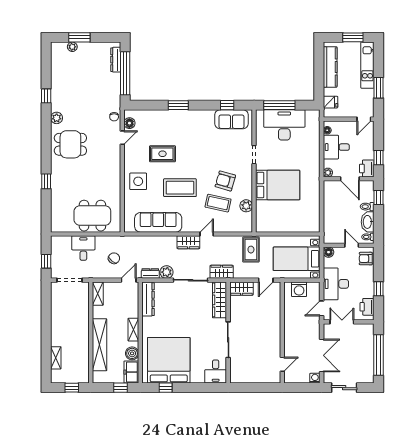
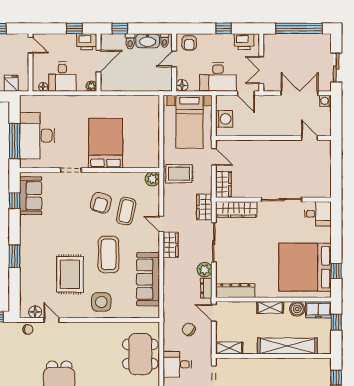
rug: (162, 154) -> (70, 274), width x1.36, depth x1.43
plant: (246, 206) -> (152, 179), moved

